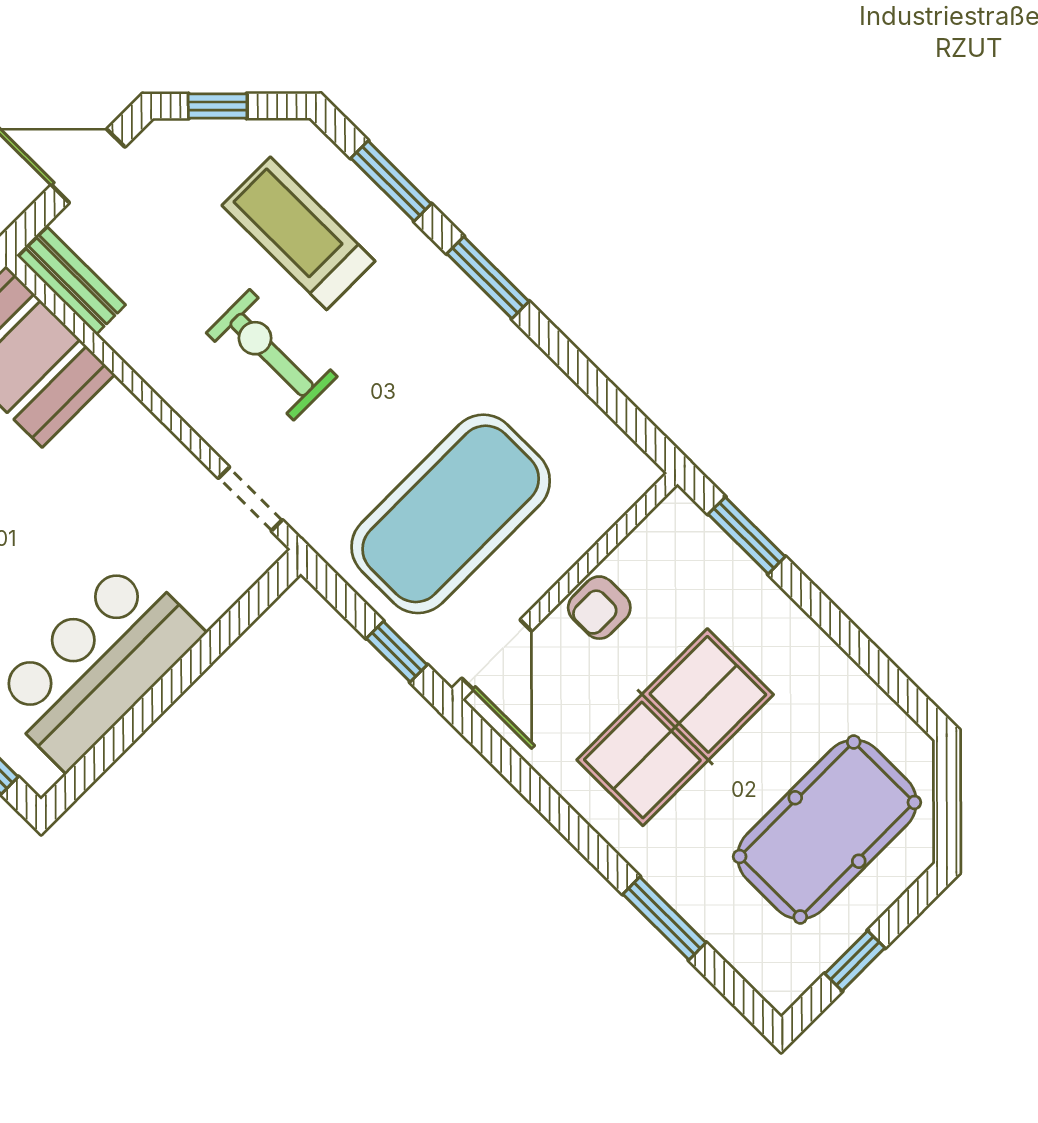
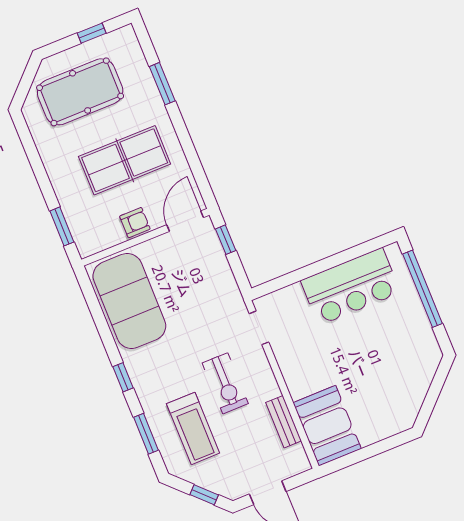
window: (488, 278) -> (123, 377), width x0.67
bench: (72, 281) -> (284, 422), moved
exercise mat: (451, 514) -> (129, 301), moved, turned 90

